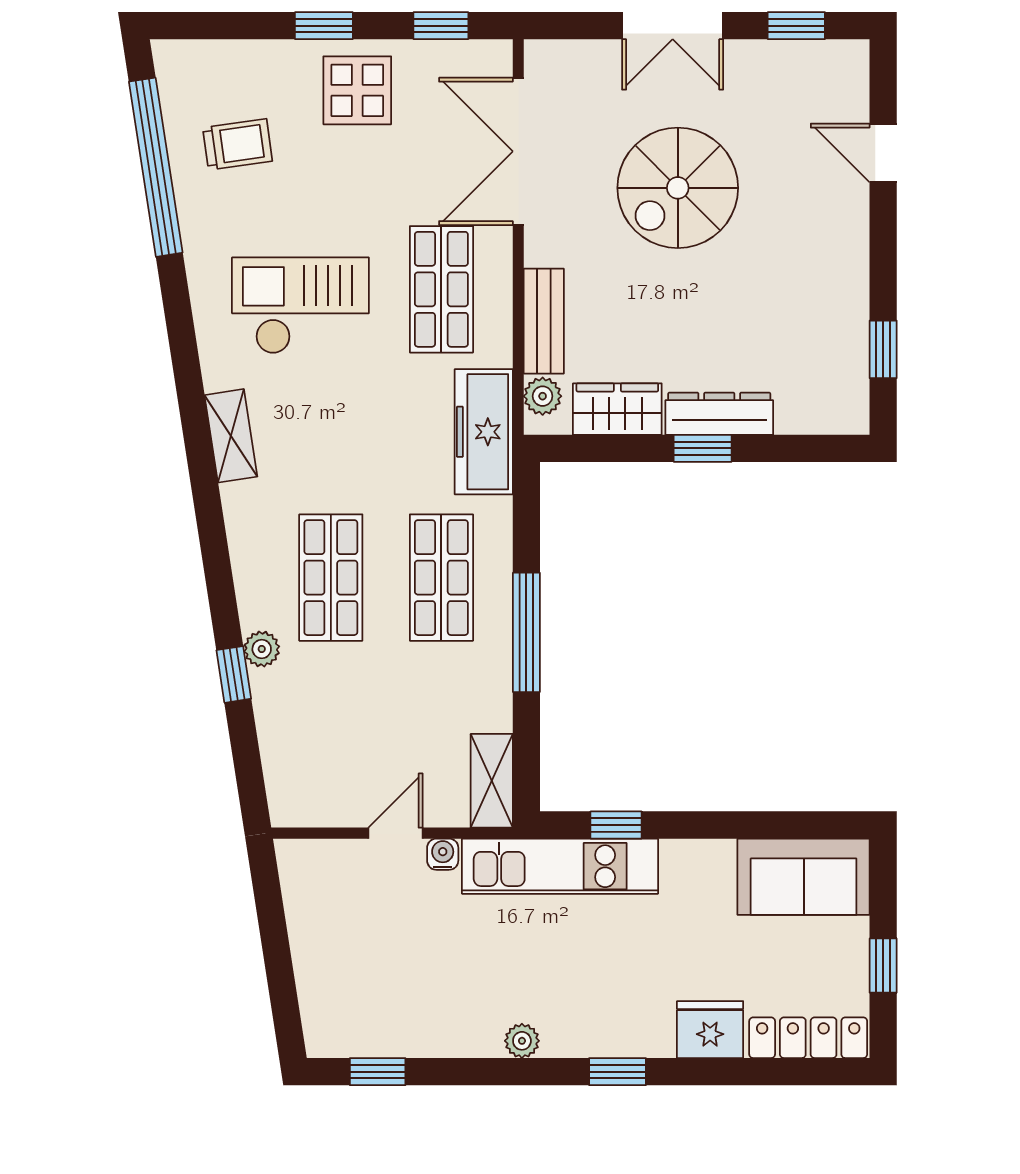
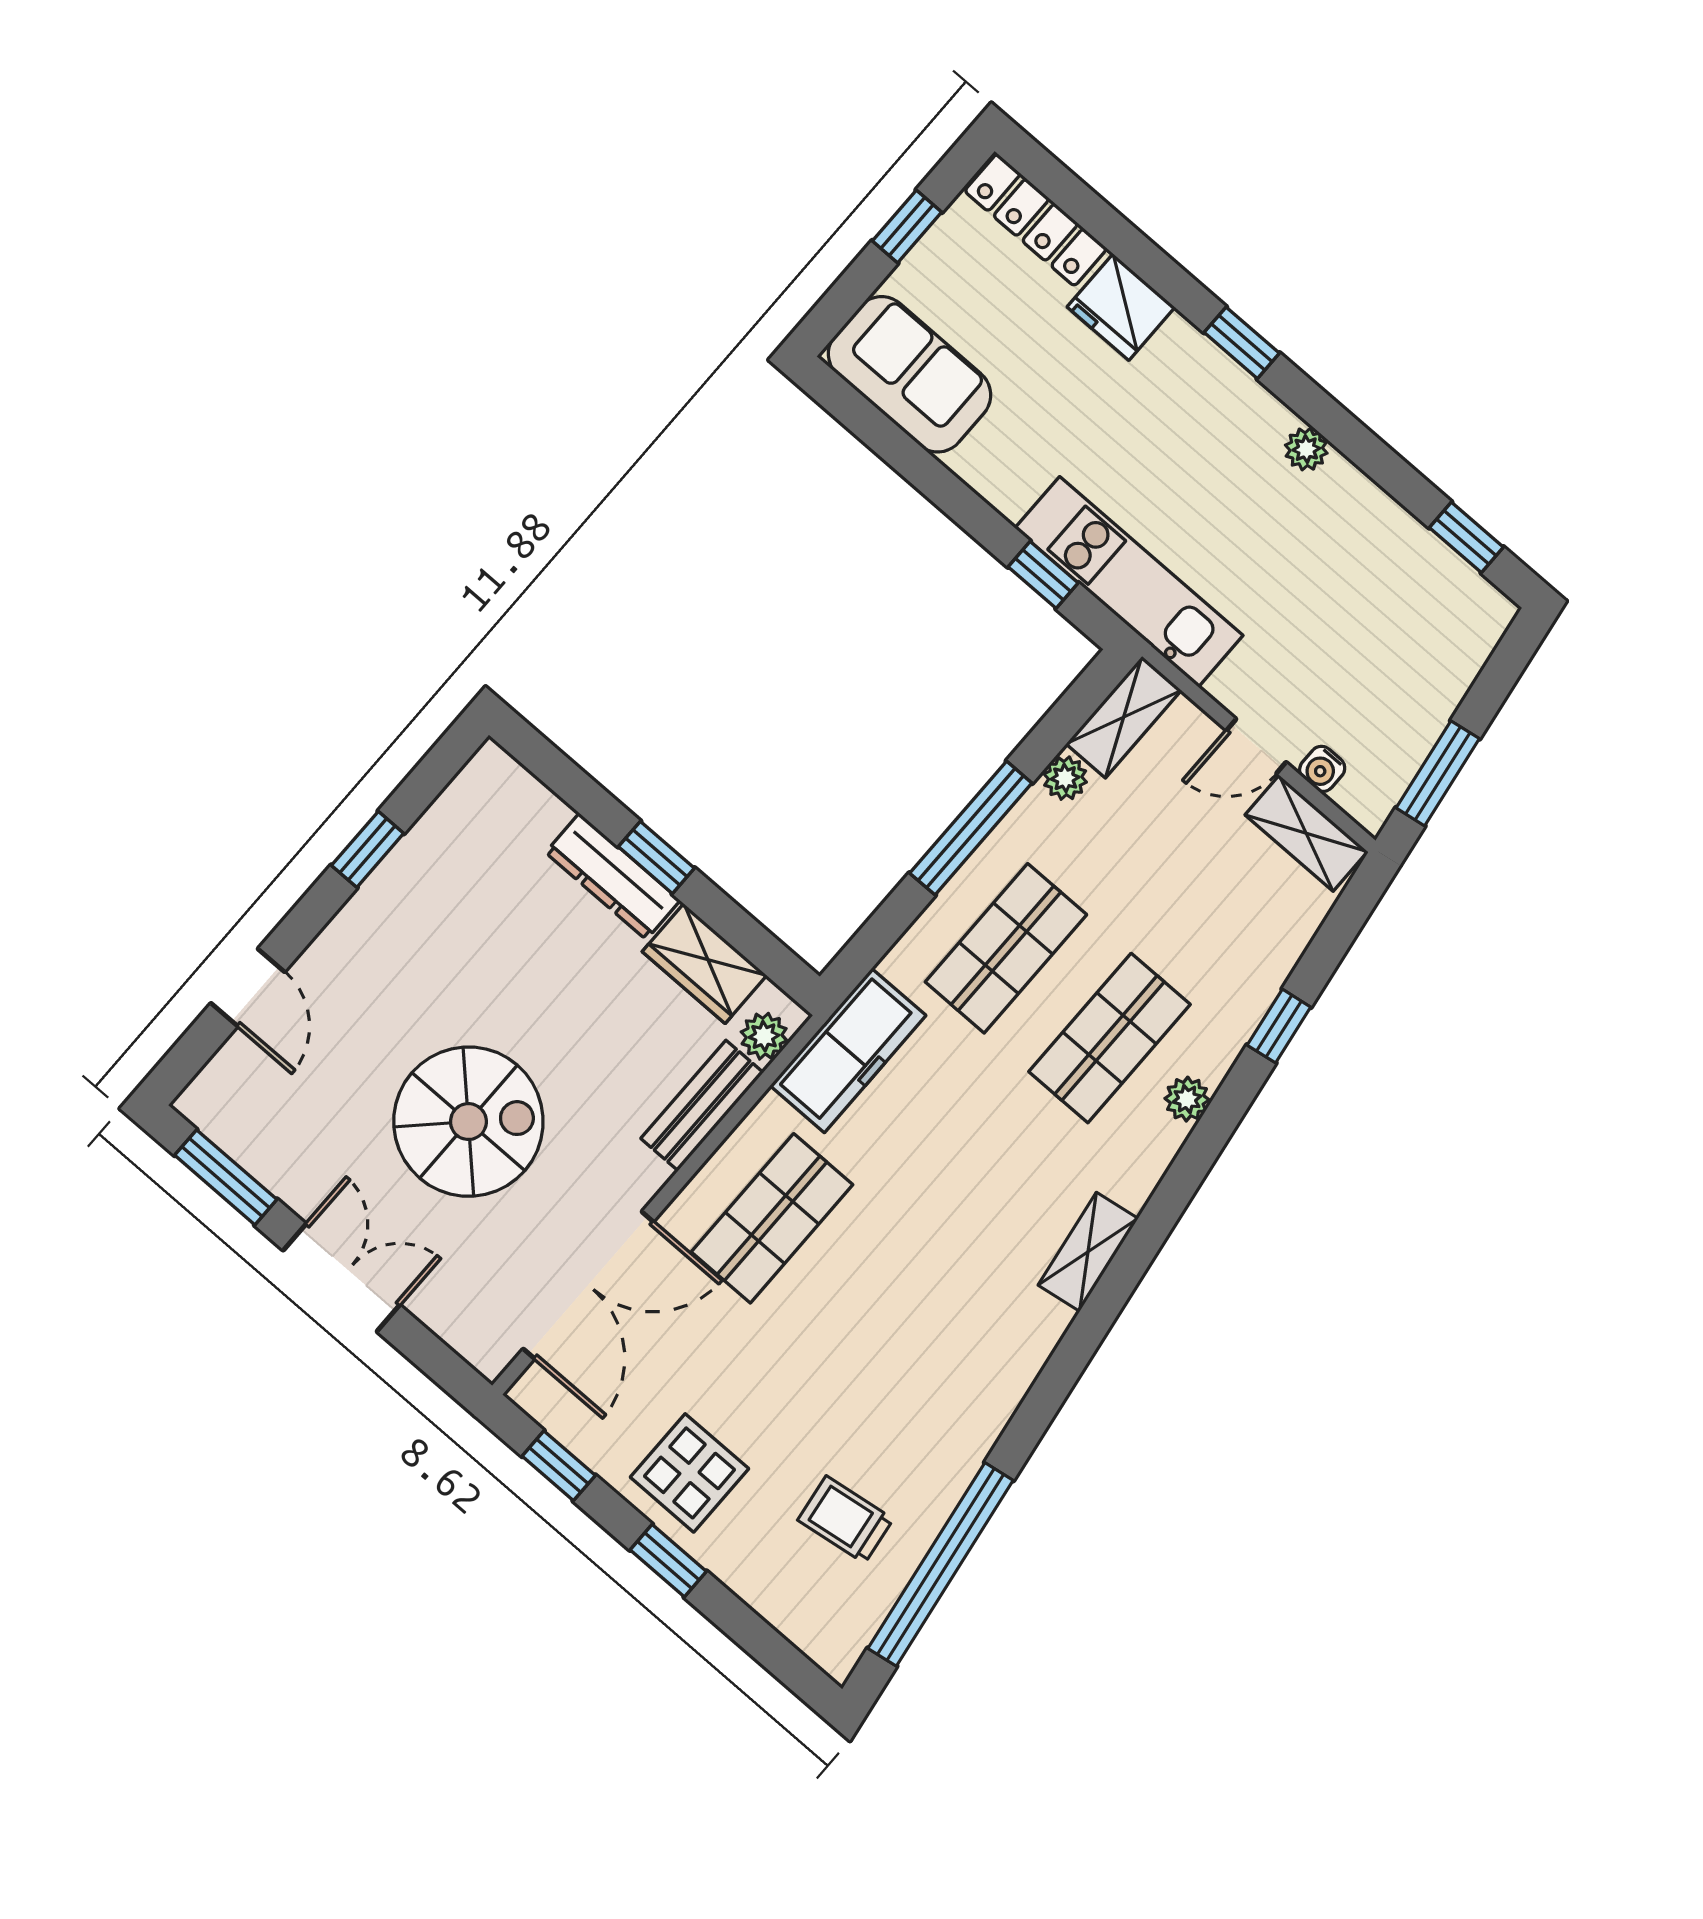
window: (796, 26) -> (226, 1177), width x1.50
checkout: (300, 306) -> (917, 1317), removed
window: (883, 349) -> (368, 849), moved
plant: (262, 649) -> (1187, 1099), moved
plant: (495, 713) -> (1065, 778), added
shelving: (319, 806) -> (1306, 833), added
water cooler: (443, 854) -> (1322, 769), moved
window: (270, 913) -> (1438, 773), added

